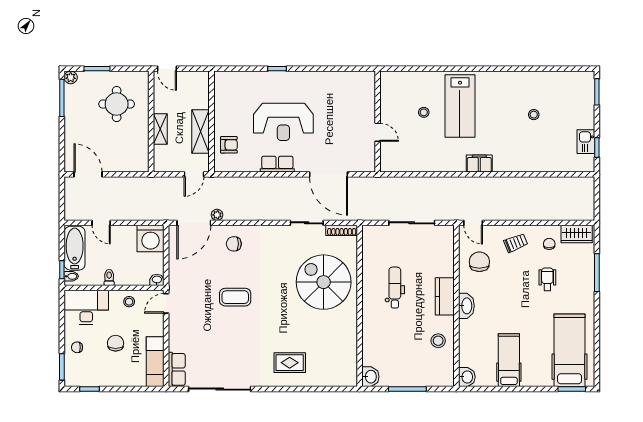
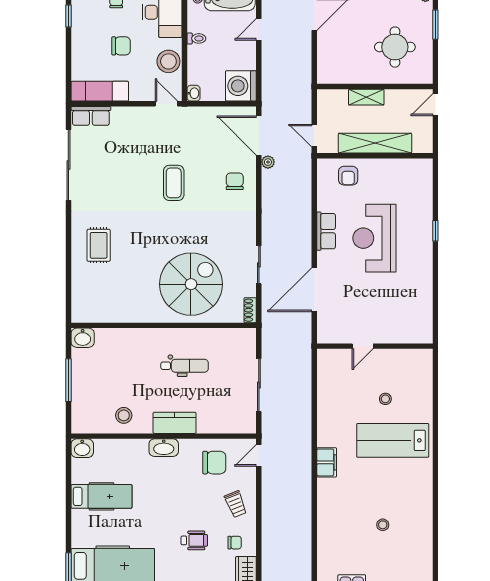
shelving: (201, 132) -> (375, 143), width x1.47
shoe rack: (342, 230) -> (250, 310), width x0.70
stool: (129, 302) -> (168, 61), width x1.89, depth x1.89

